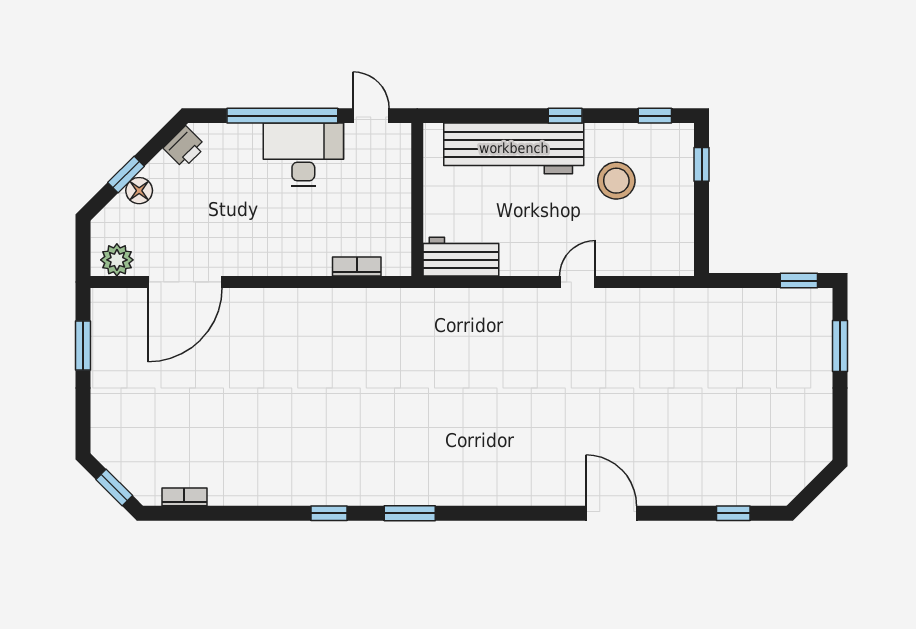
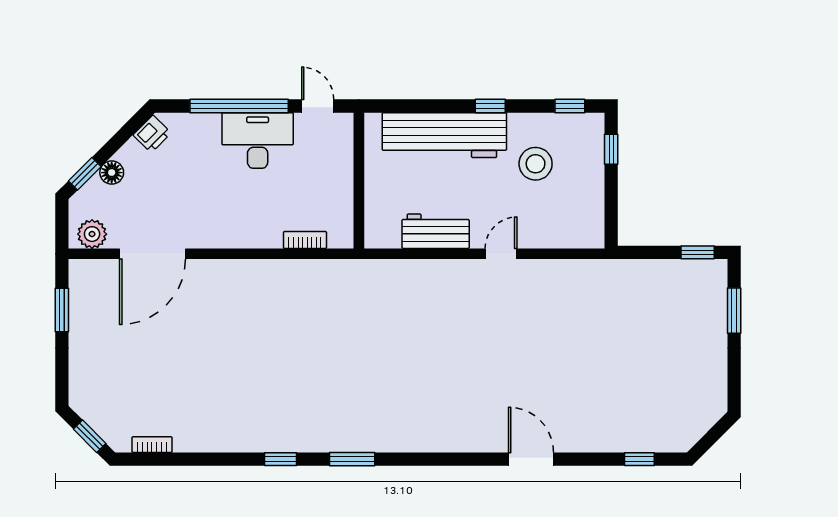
window: (126, 174) -> (85, 174), moved
workbench: (461, 257) -> (436, 231), moved

